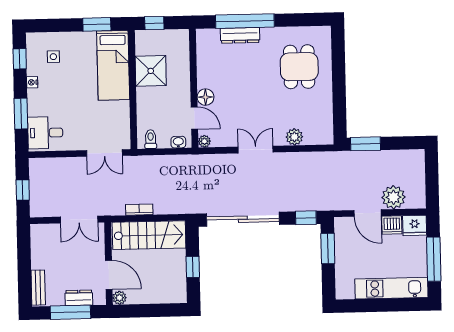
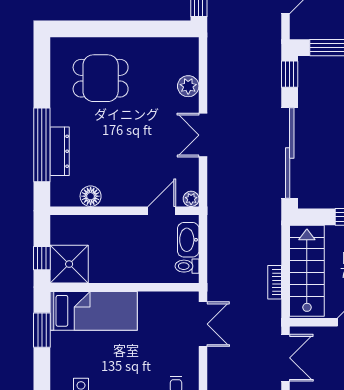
shower: (151, 71) -> (69, 264), moved
floor lamp: (206, 97) -> (91, 196), moved
washbasin: (178, 142) -> (188, 240), width x1.91, depth x1.45

